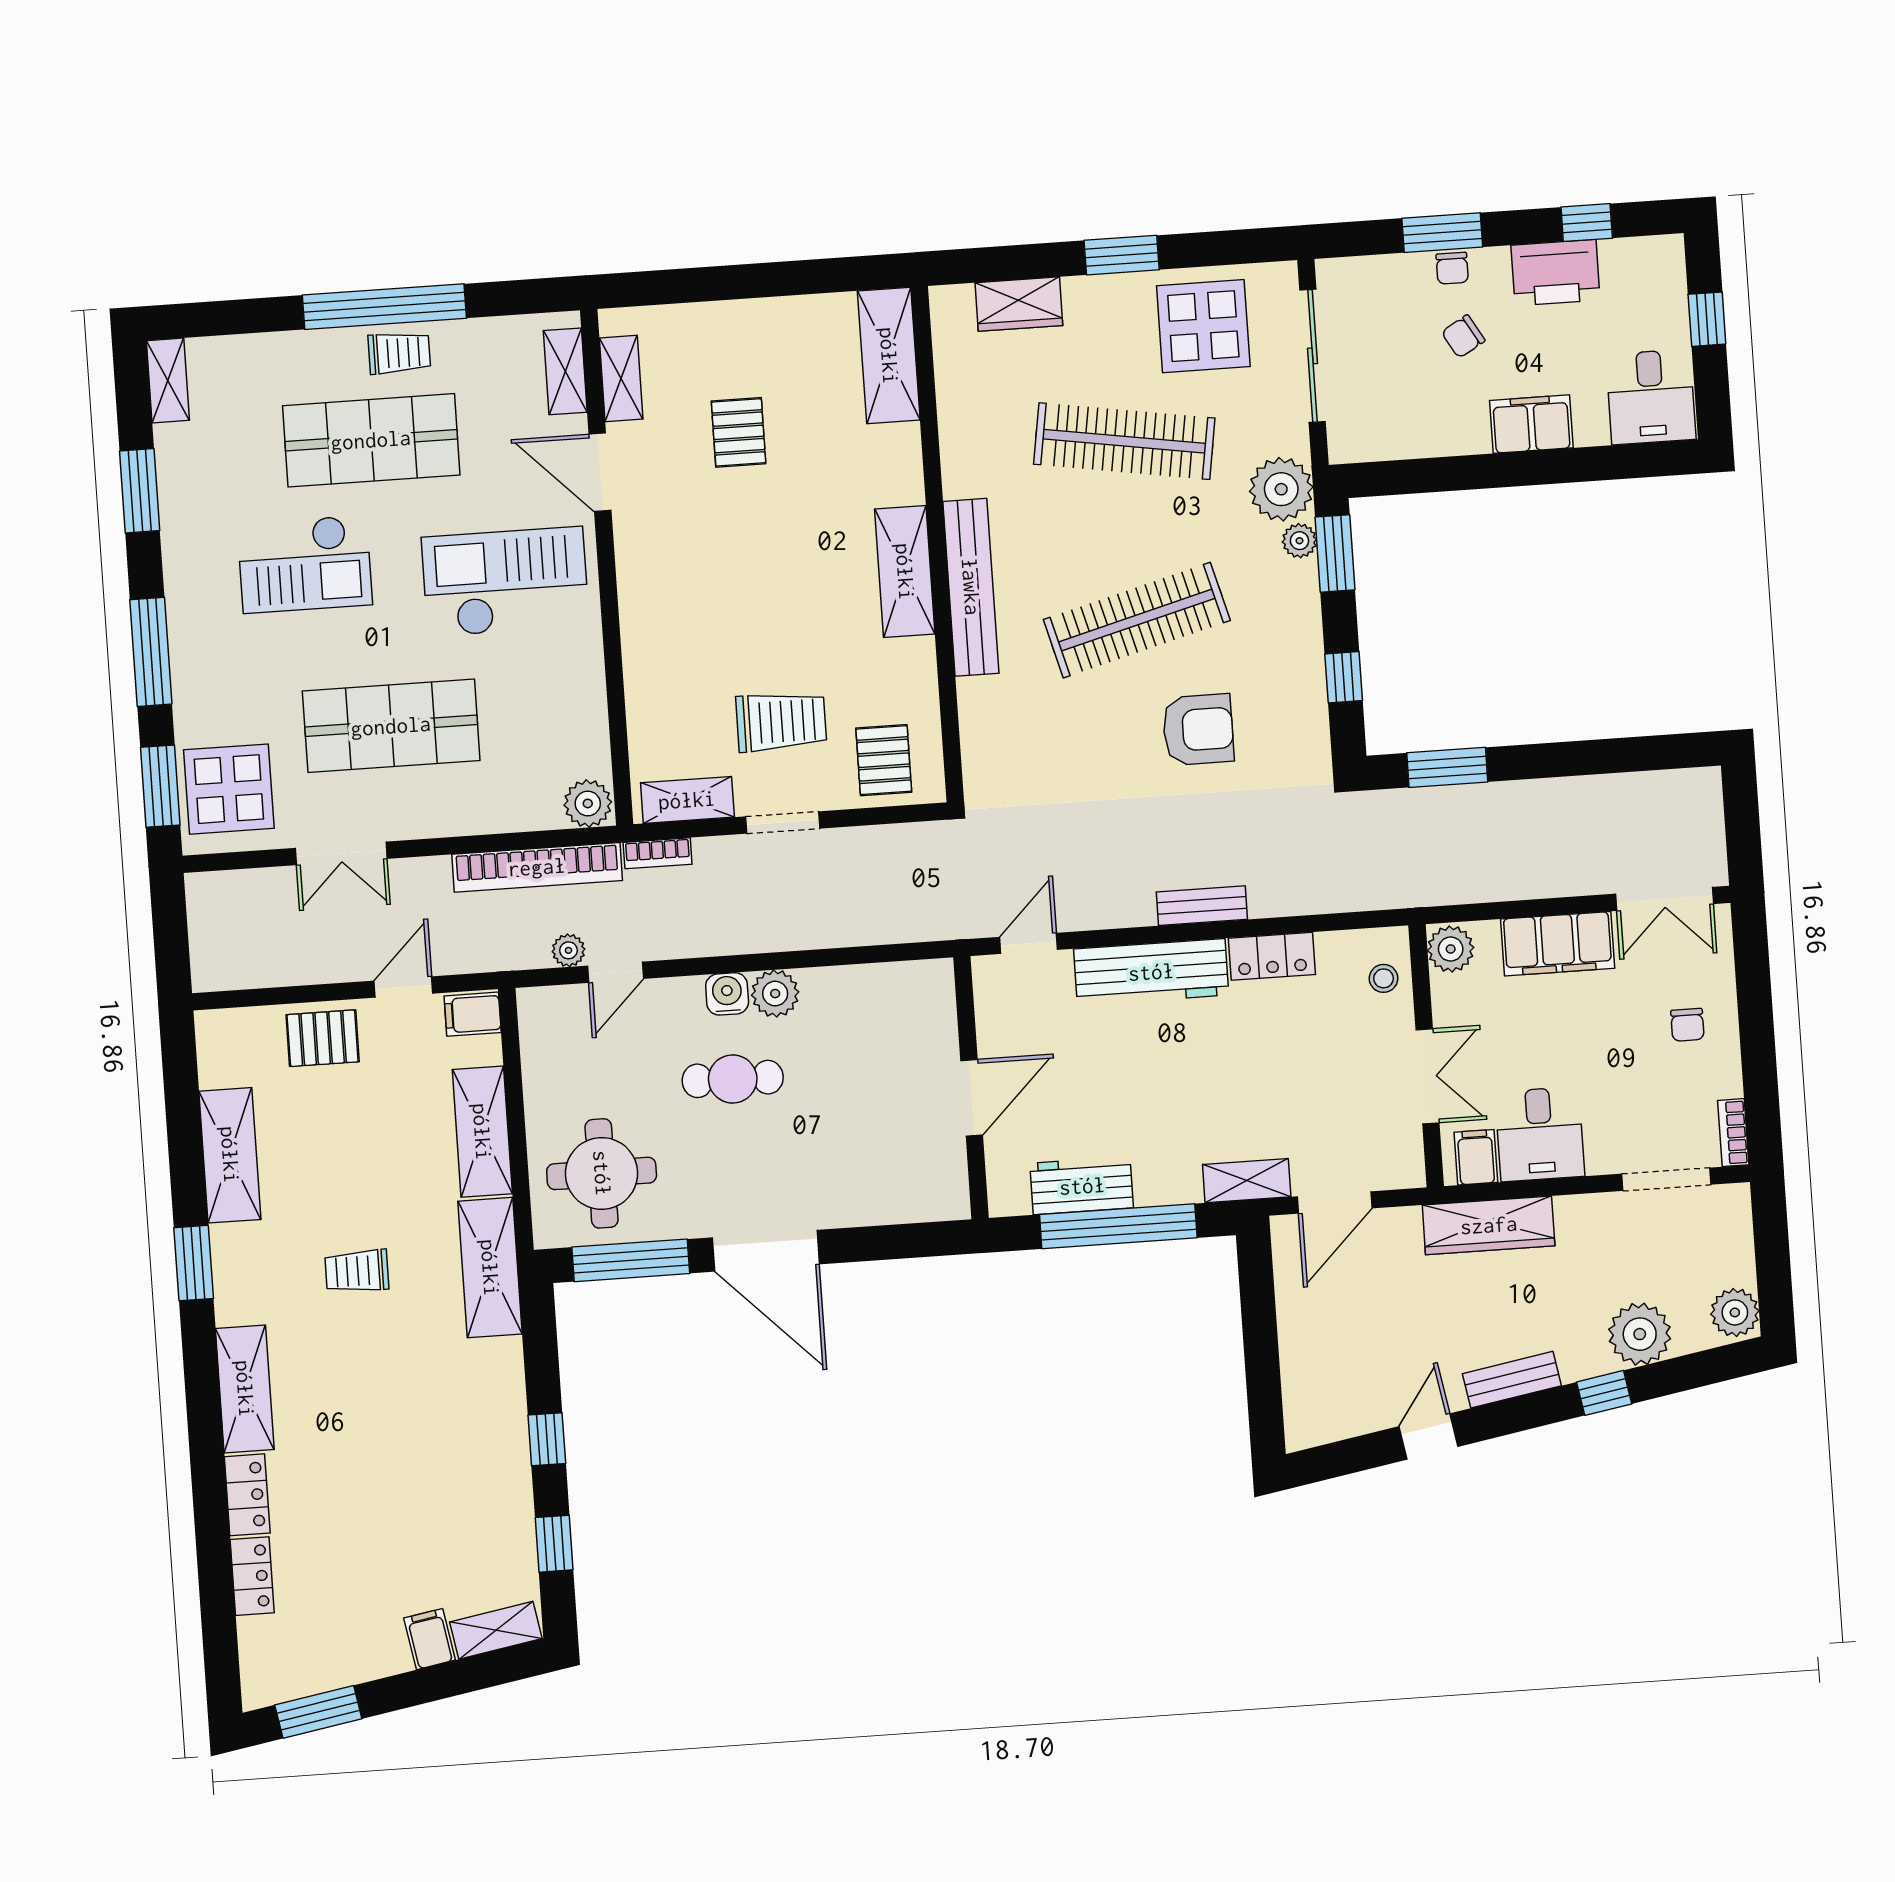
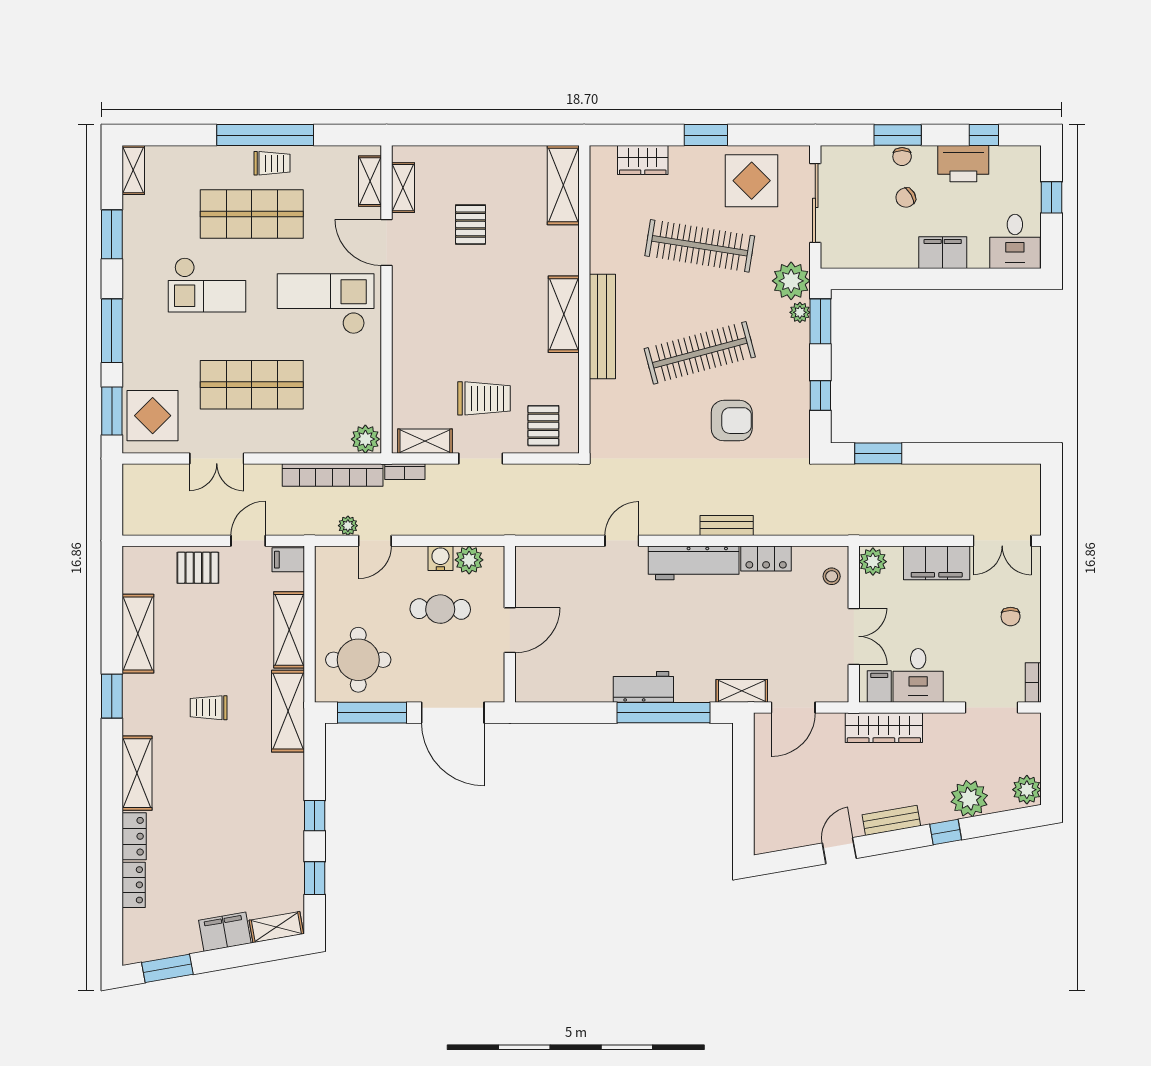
wall: (971, 1088) -> (510, 624), moved
door: (972, 1098) -> (510, 630), moved
filing cabinet: (430, 1639) -> (225, 932), width x2.00

